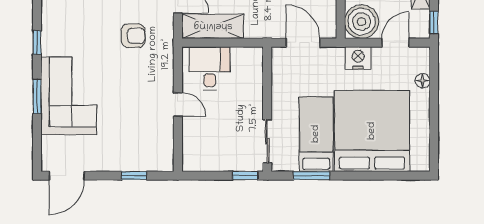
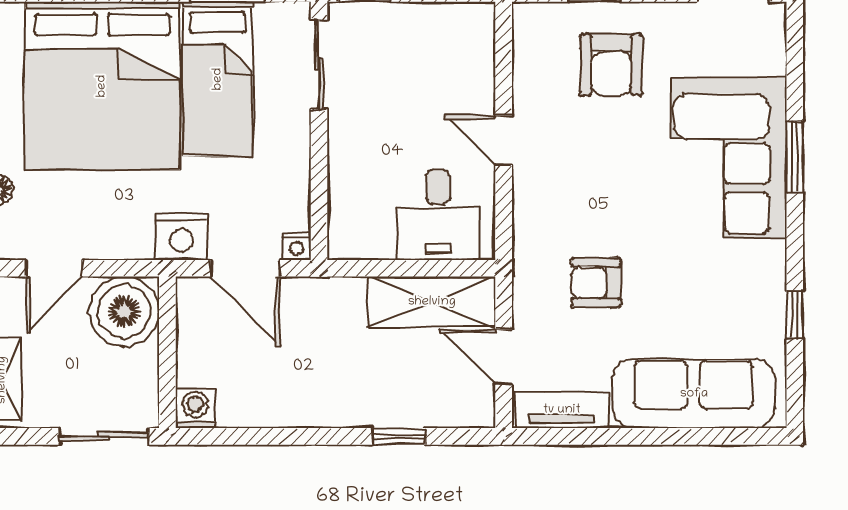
window: (37, 43) -> (795, 315), moved
nightstand: (278, 53) -> (297, 247), added
nightstand: (358, 58) -> (181, 236), moved
armchair: (126, 141) -> (611, 65), added

